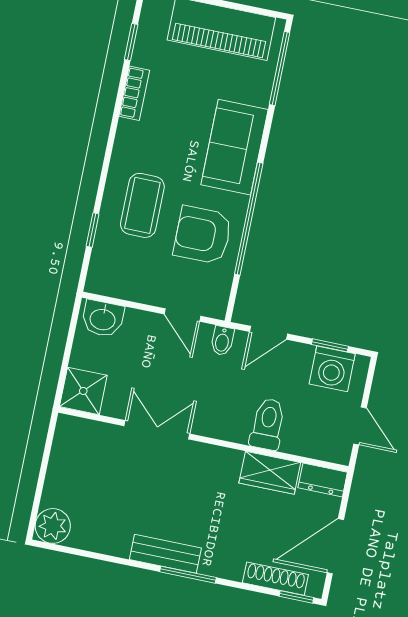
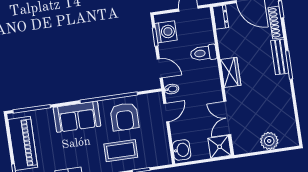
double door: (157, 430) -> (227, 118), moved
wardrobe: (270, 473) -> (231, 72), moved
plant: (53, 526) -> (269, 141), moved
bench: (165, 554) -> (280, 57), moved

